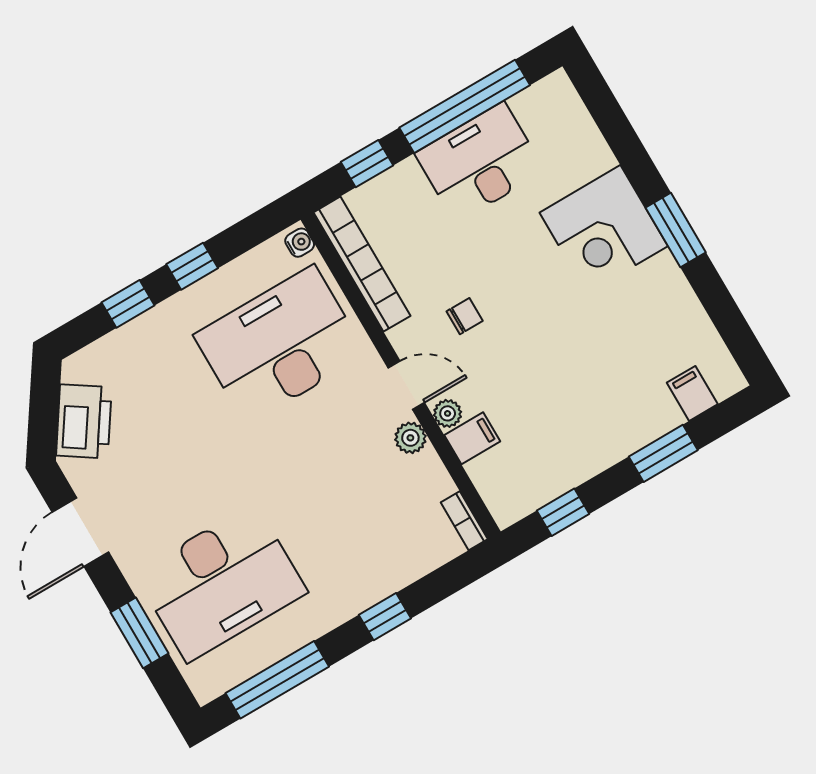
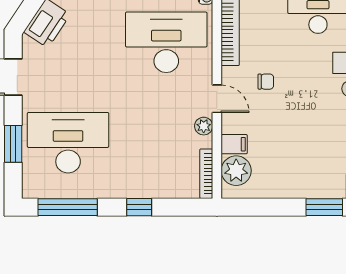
plant: (448, 413) -> (236, 171), moved, width x1.87, depth x1.87
window: (563, 512) -> (258, 207), removed
bookcase: (464, 521) -> (206, 174), width x1.56
desk: (221, 583) -> (68, 143), turned 180

